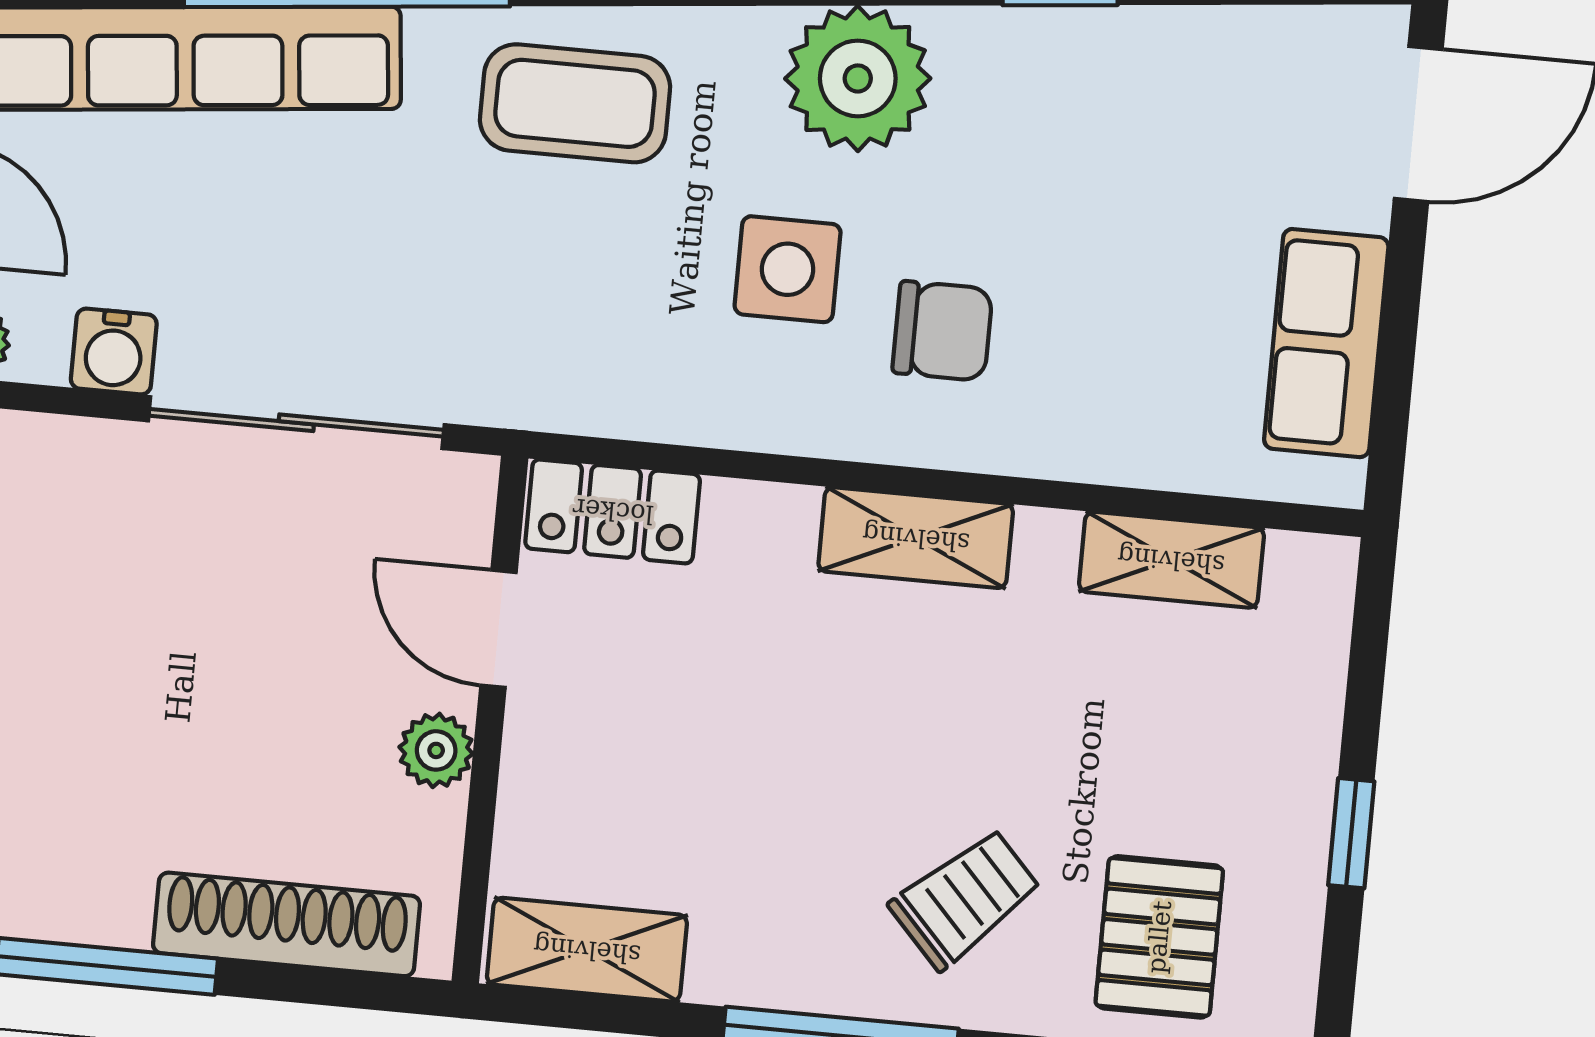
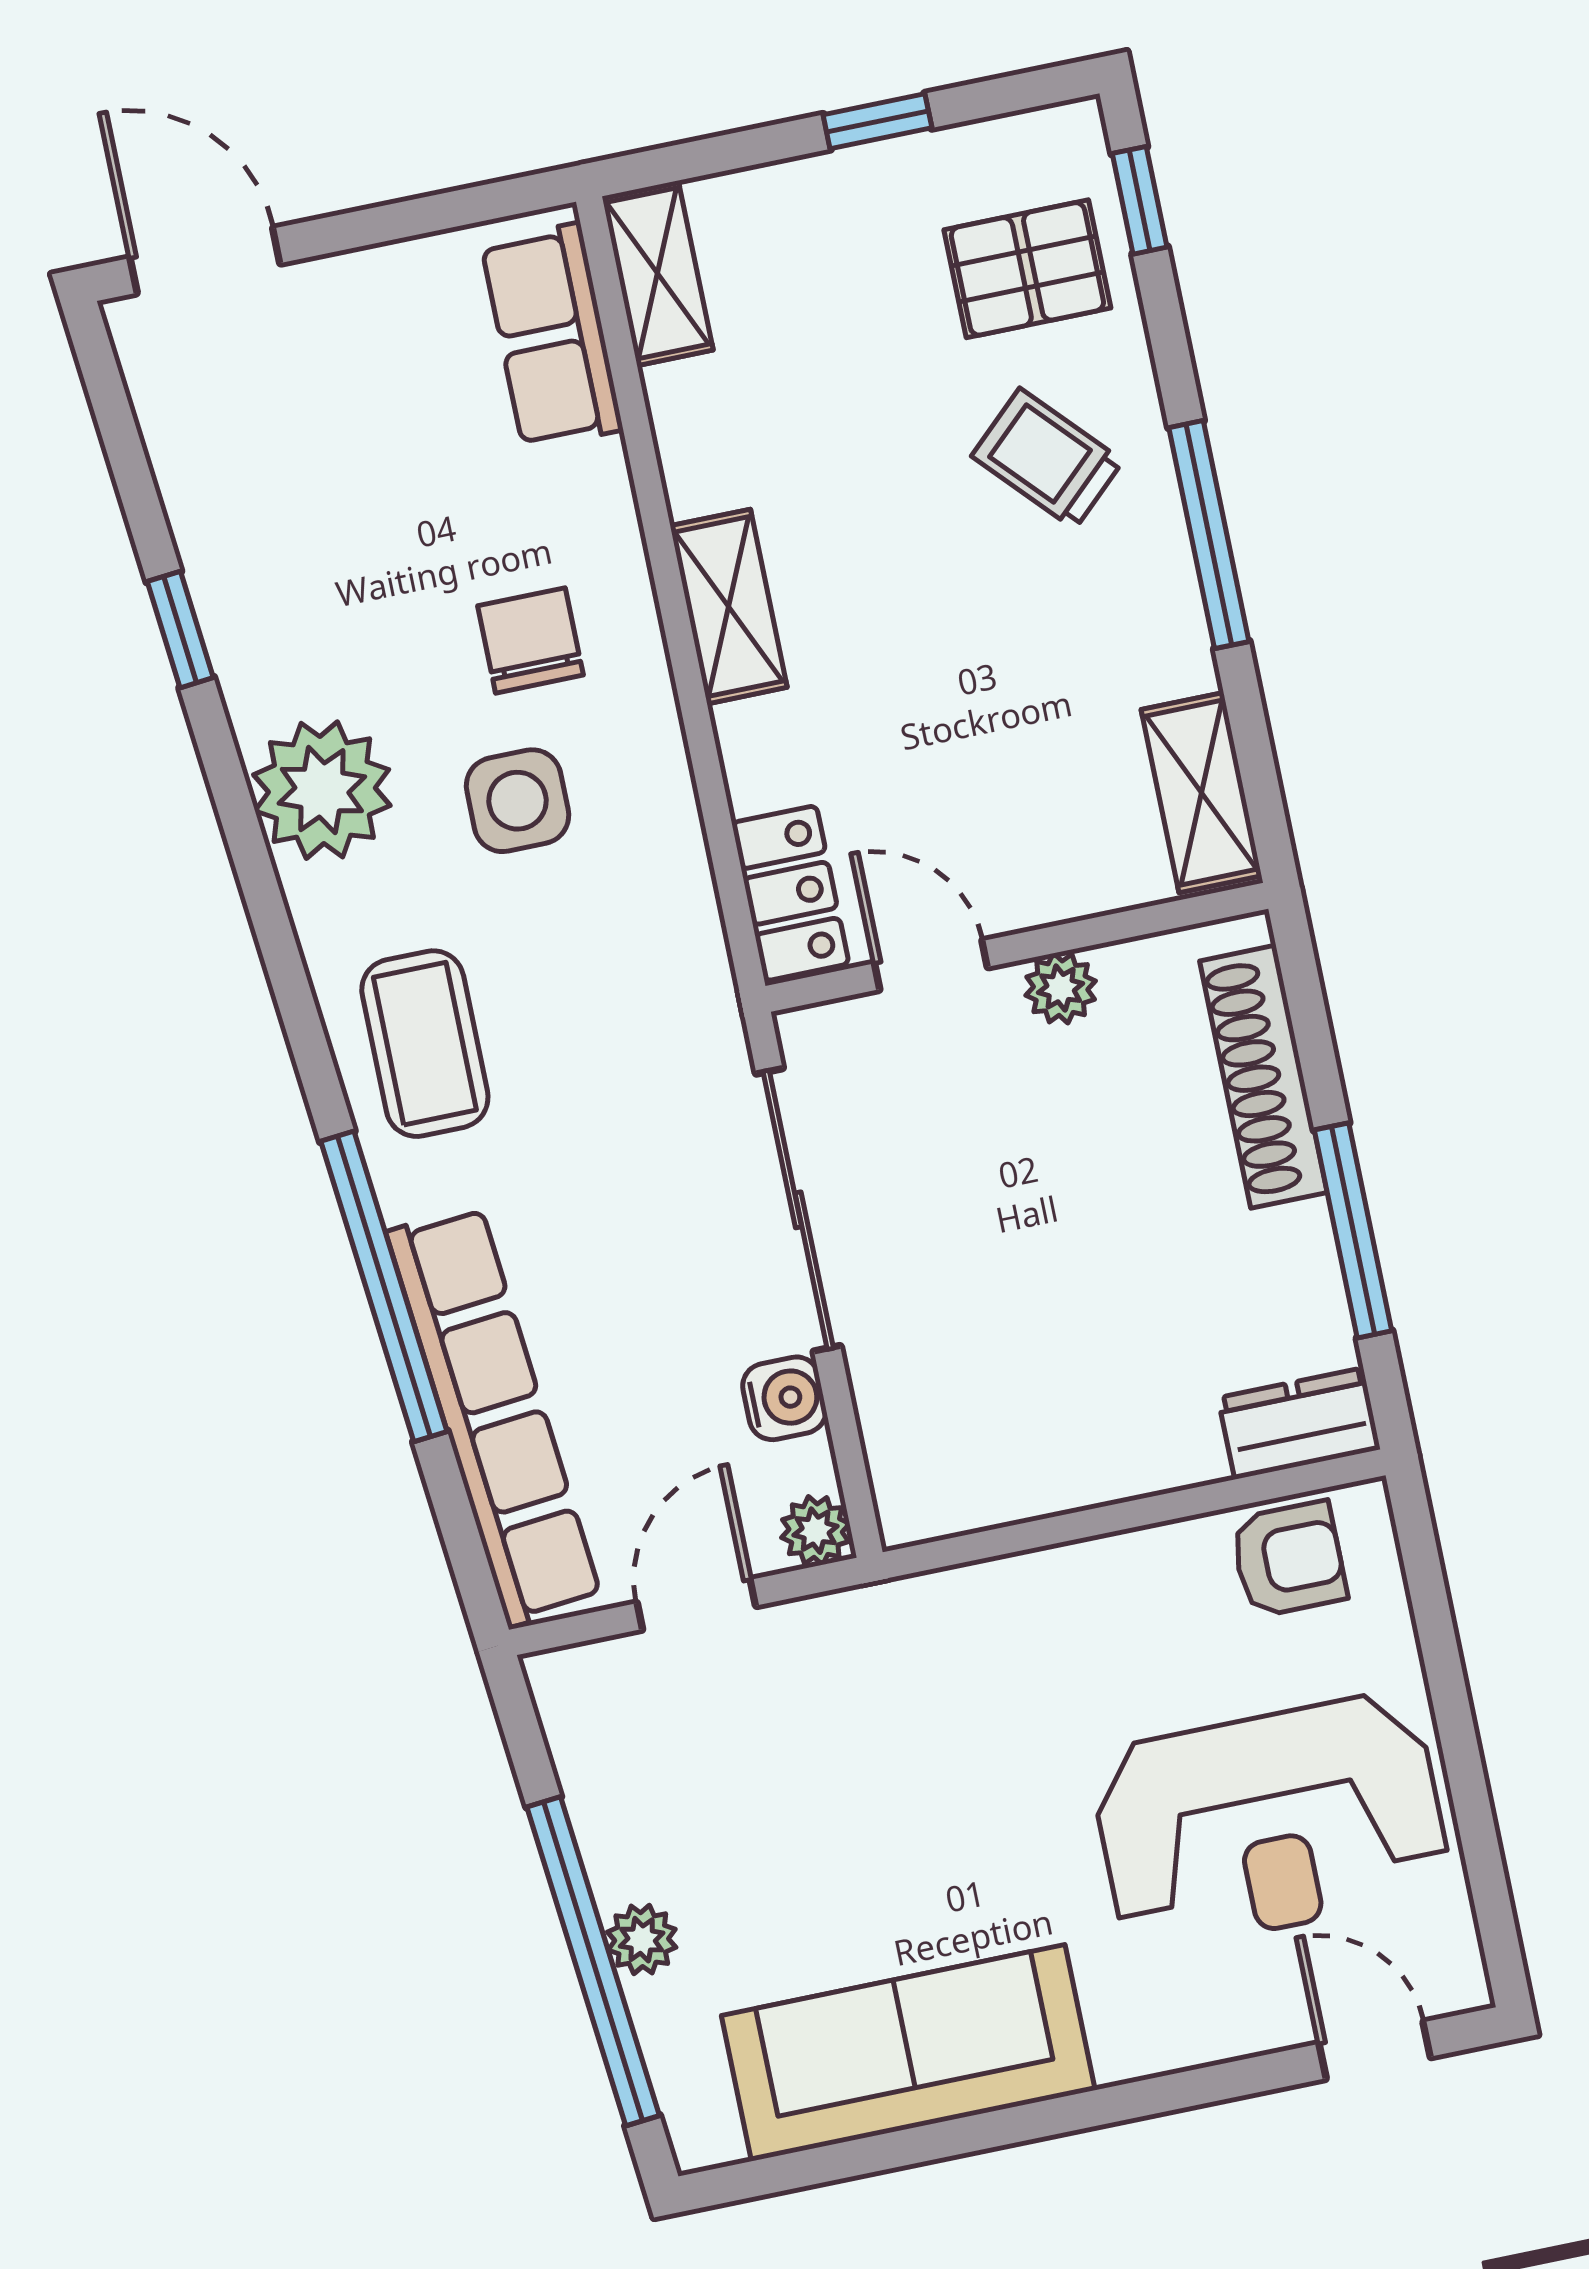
row of seats: (1326, 343) -> (552, 336), moved, turned 90
shelving: (1171, 560) -> (658, 273), moved
door: (499, 629) -> (931, 965), swing flipped

